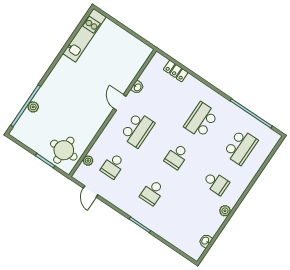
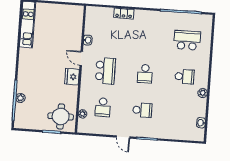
locker: (176, 71) -> (124, 13), moved
fridge: (99, 116) -> (72, 77), added
school desk: (201, 120) -> (148, 37), removed
school desk: (240, 147) -> (187, 40), turned -90
door: (90, 191) -> (123, 137), moved
school desk: (152, 192) -> (142, 110), turned -90

